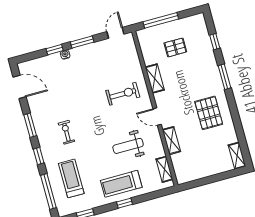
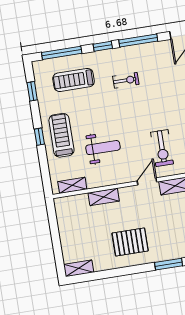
door: (157, 117) -> (147, 181), moved
window: (30, 125) -> (138, 41), width x1.44
weight bench: (128, 146) -> (103, 148), turned 90
treadmill: (71, 178) -> (74, 80), turned 180

